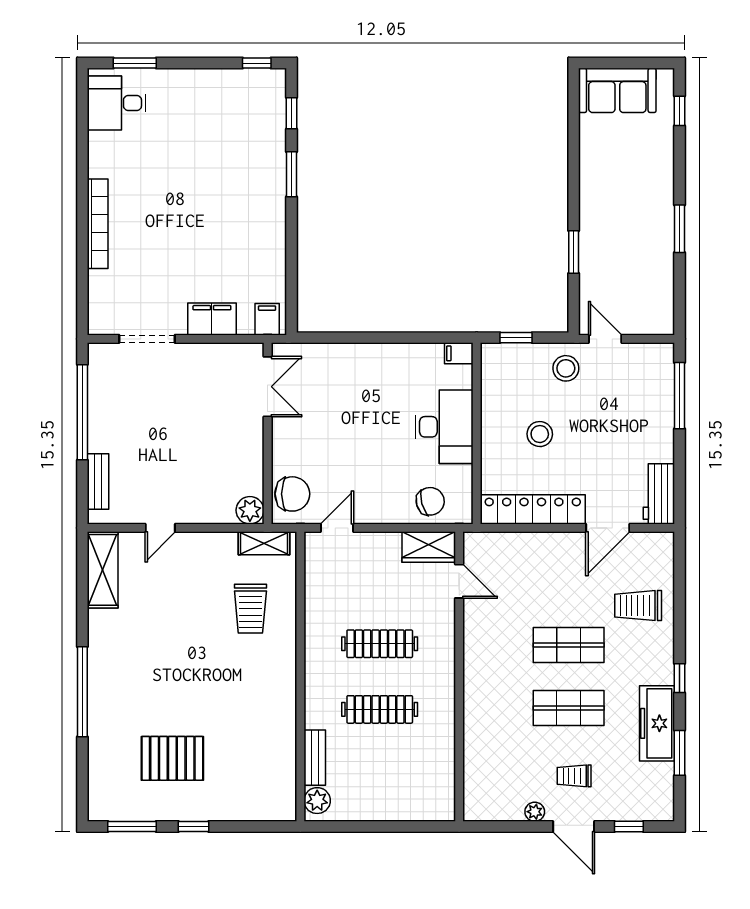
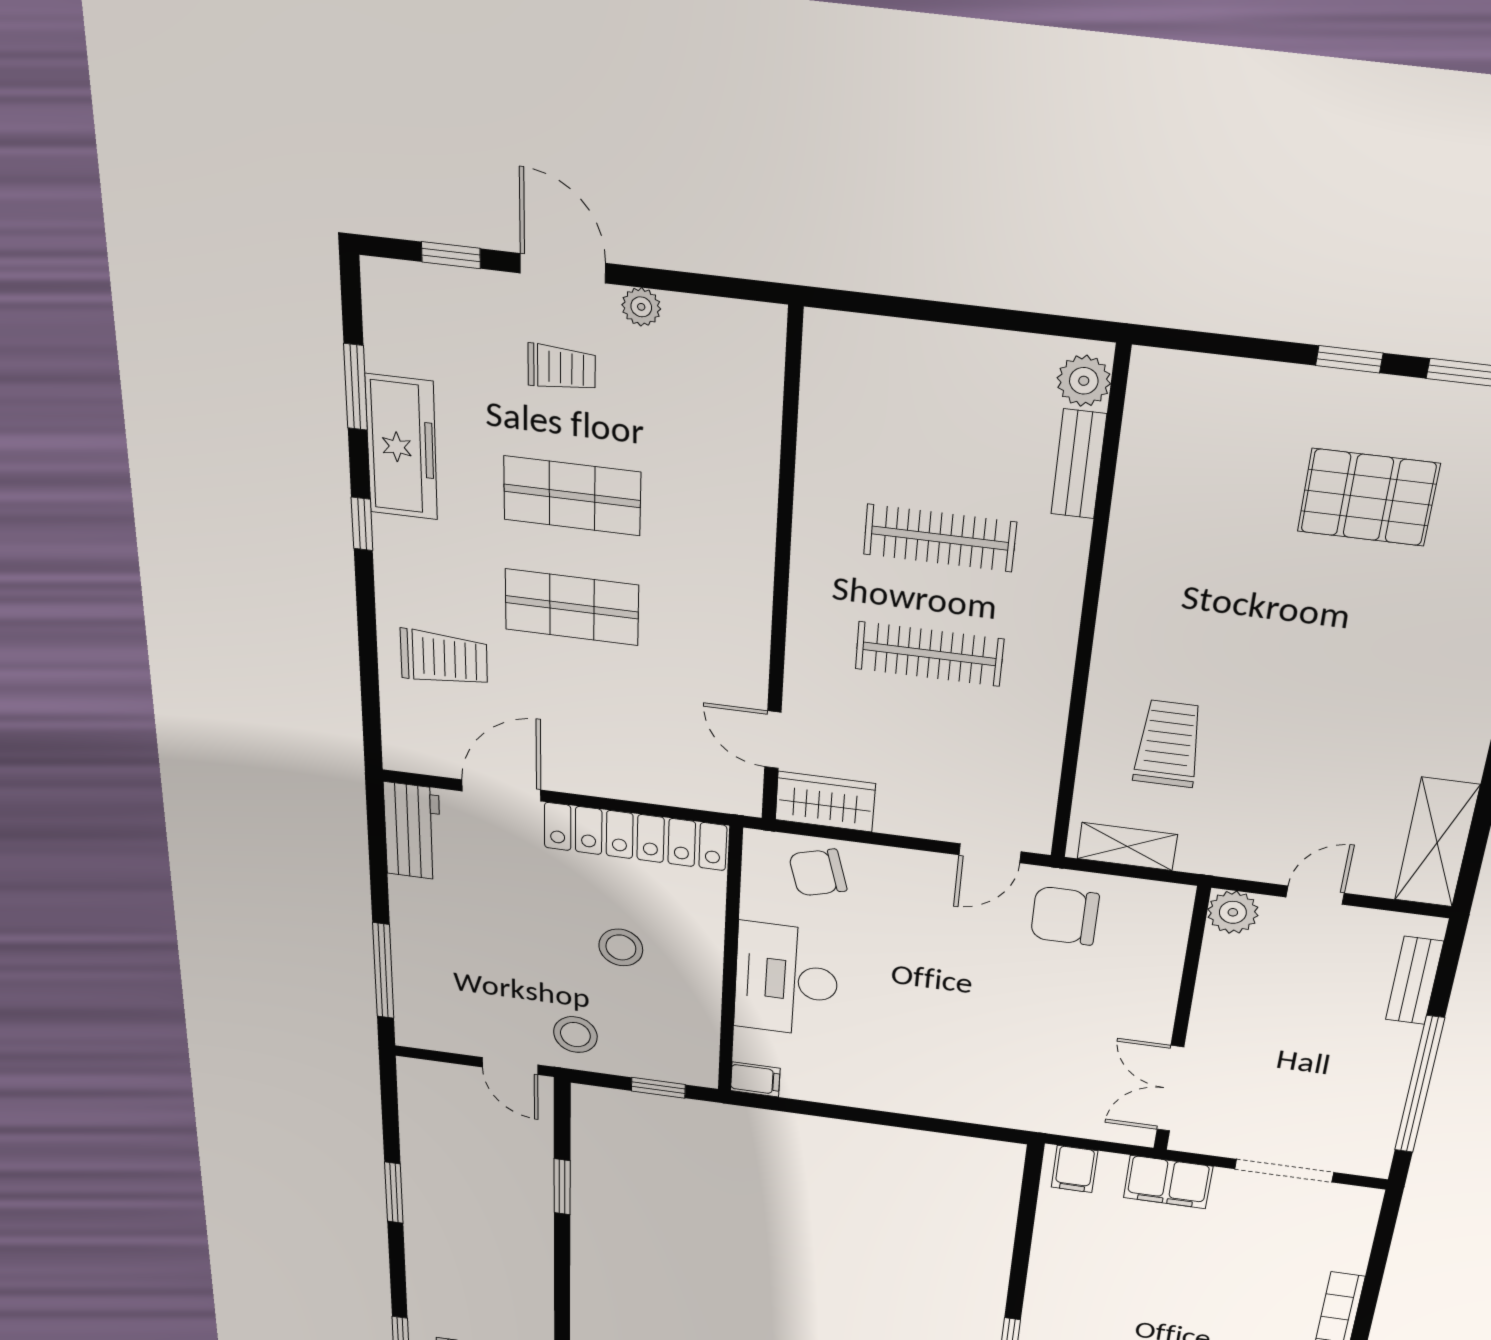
double door: (268, 387) -> (1170, 1089), moved
wall: (268, 433) -> (1181, 1022), moved
plant: (250, 510) -> (1233, 912), moved

